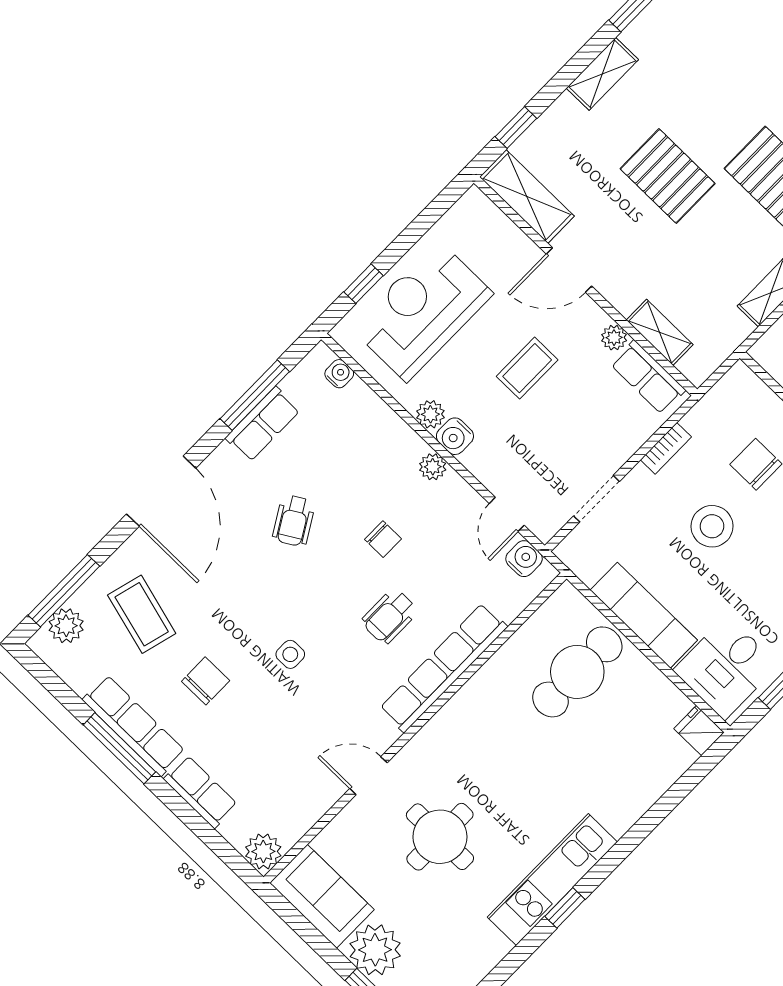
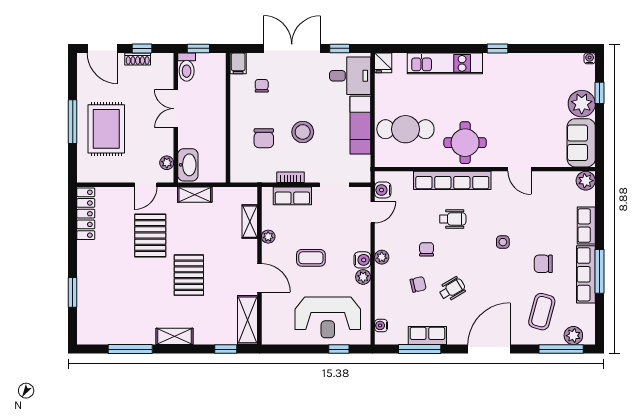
row of seats: (648, 377) -> (292, 196), moved, turned 90
chair: (346, 480) -> (418, 284), added
round table: (440, 837) -> (465, 143), moved
kitchen unit: (552, 879) -> (445, 63), moved

